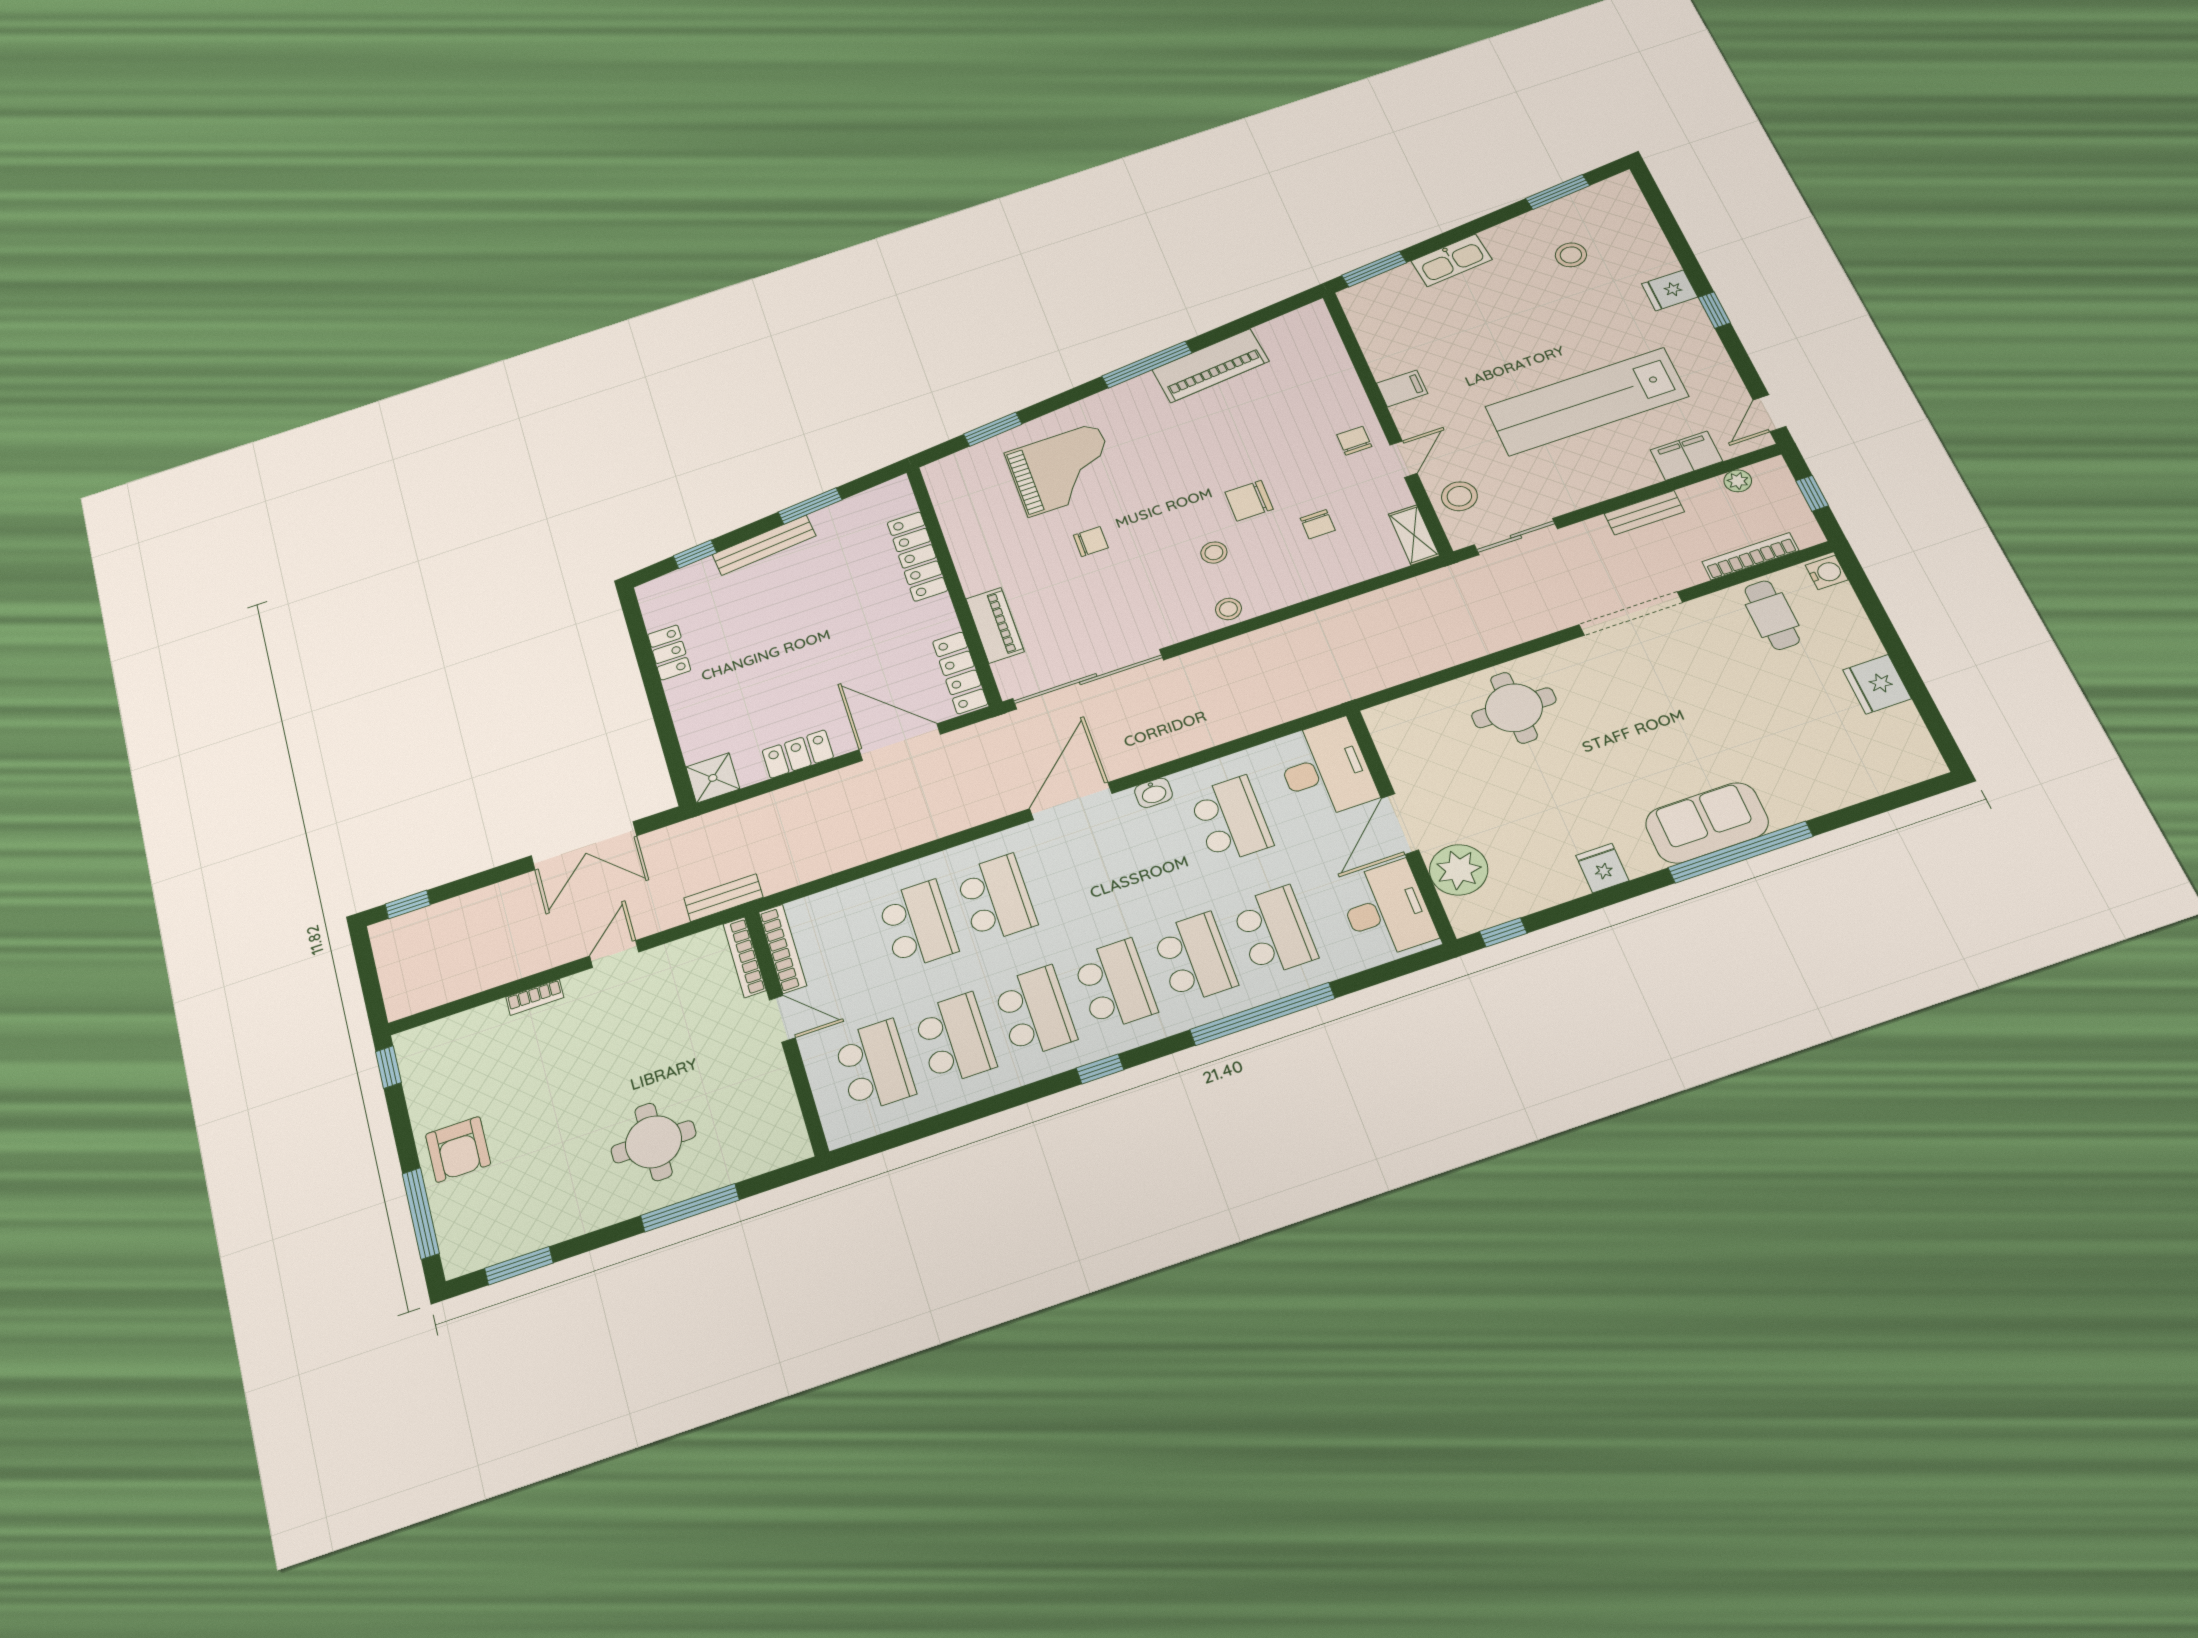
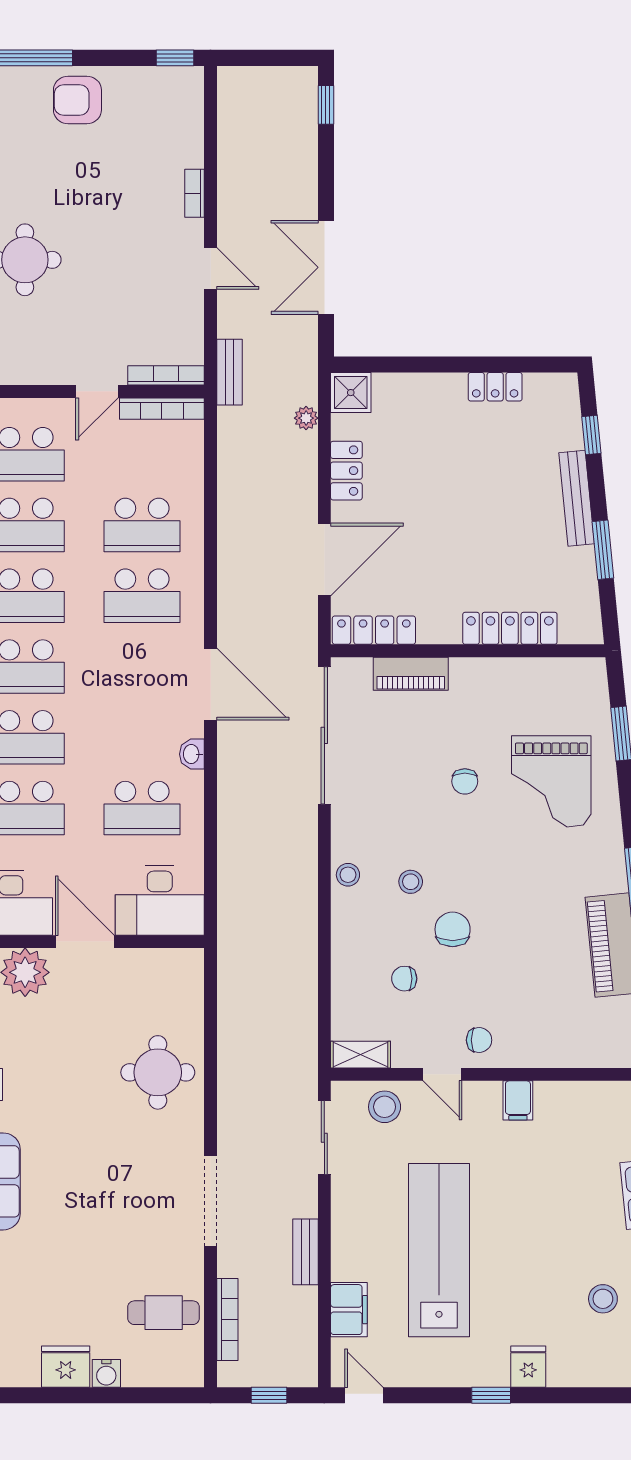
plant: (1738, 481) -> (306, 418), moved
water cooler: (1827, 573) -> (106, 1373), moved

